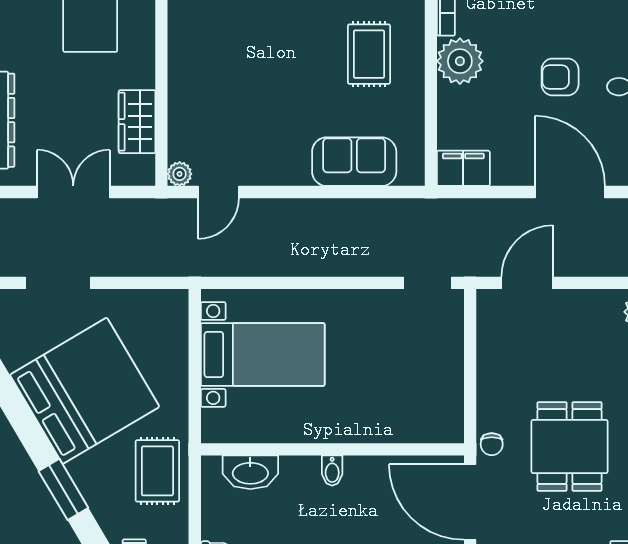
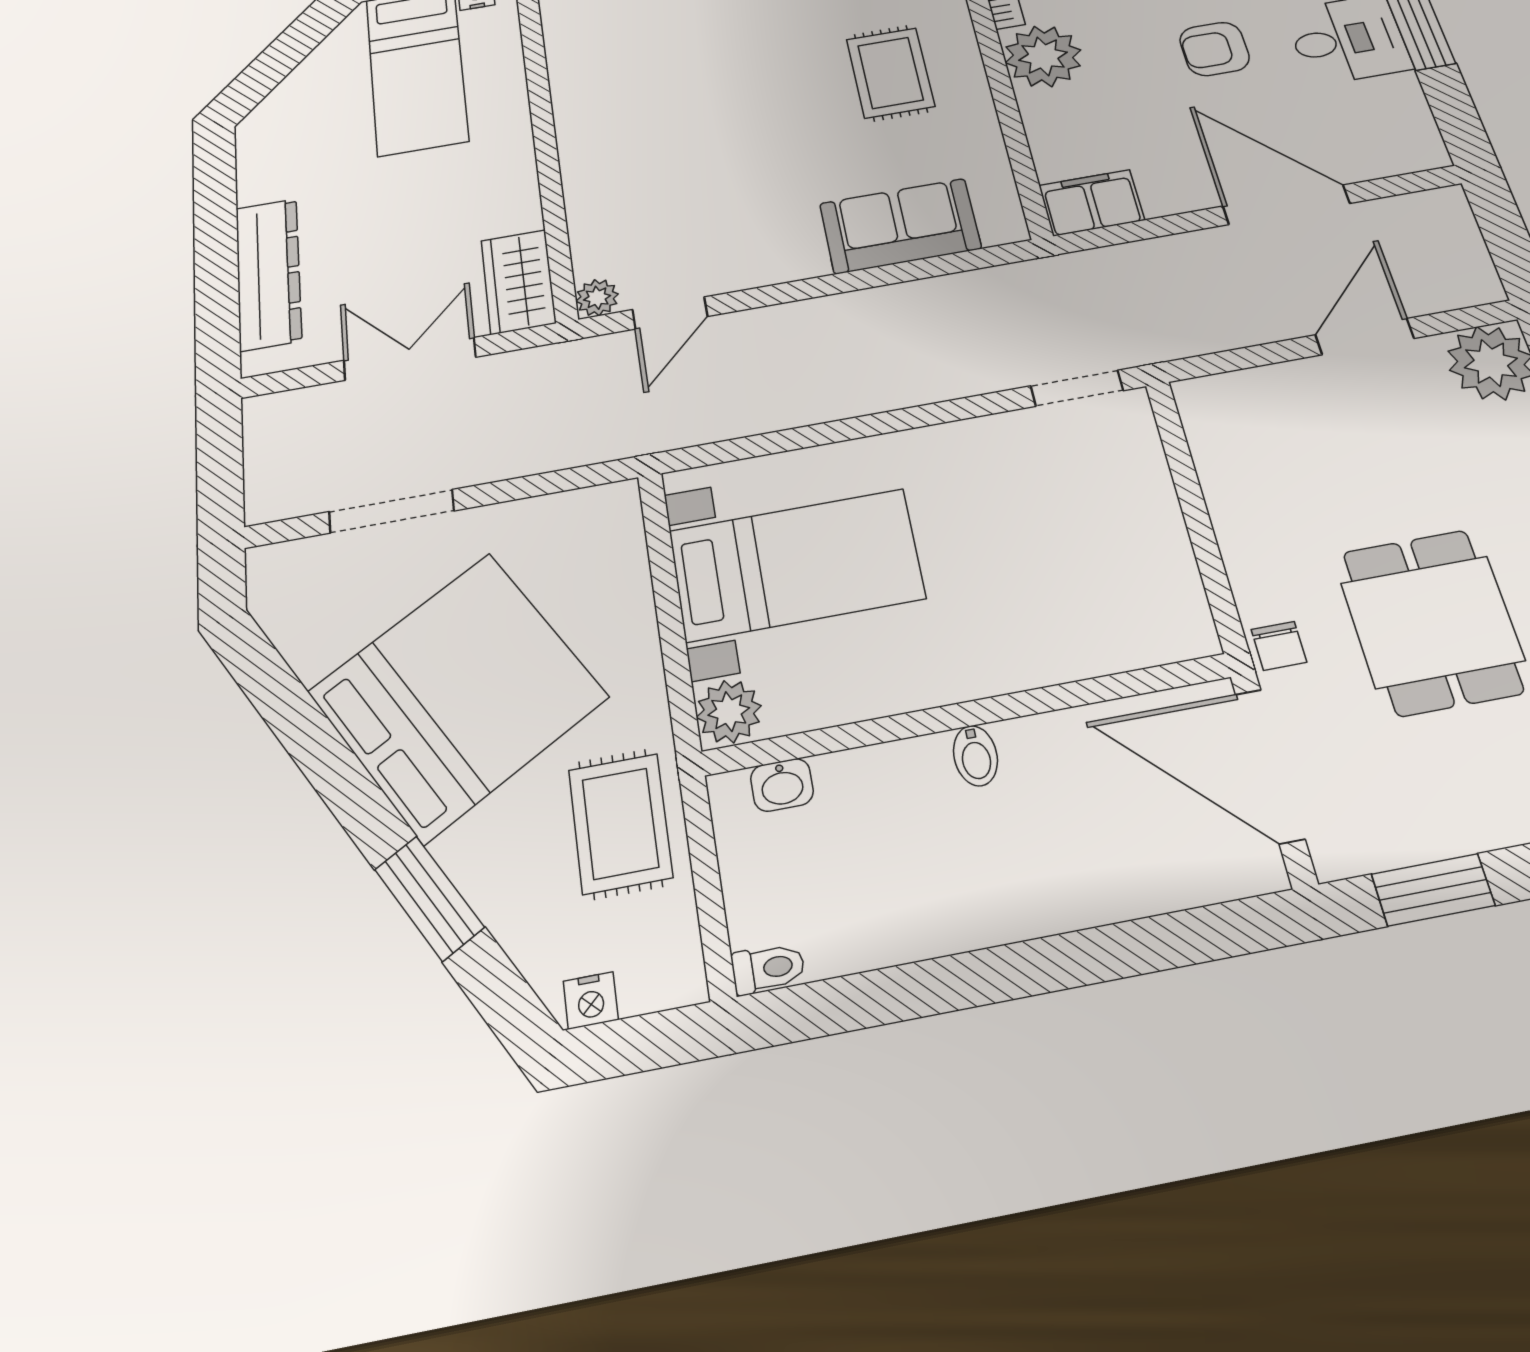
wardrobe: (137, 122) -> (518, 282), moved
door: (527, 283) -> (1365, 337), moved
plant: (217, 426) -> (729, 712), added
washbasin: (250, 472) -> (782, 785), width x0.52, depth x0.69

